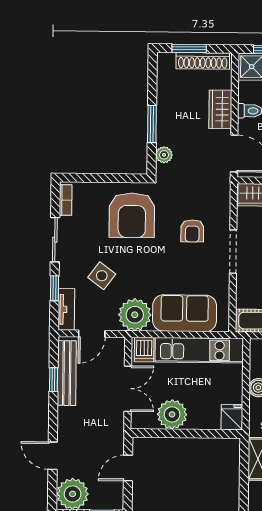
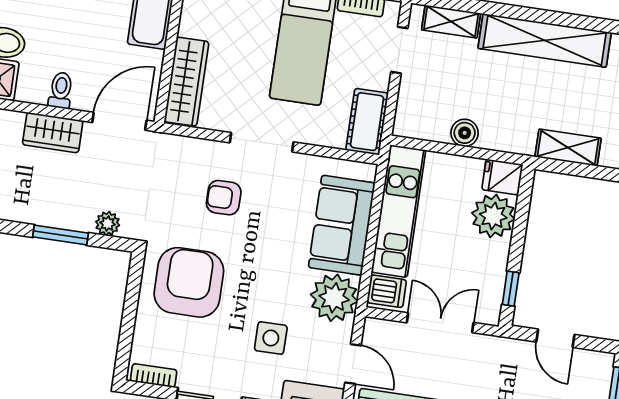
armchair: (132, 215) -> (189, 282), turned -90
armchair: (192, 231) -> (224, 198), turned 180
side table: (102, 276) -> (271, 338), turned -37
plant: (172, 414) -> (493, 216), moved
window: (157, 433) -> (511, 289), added

